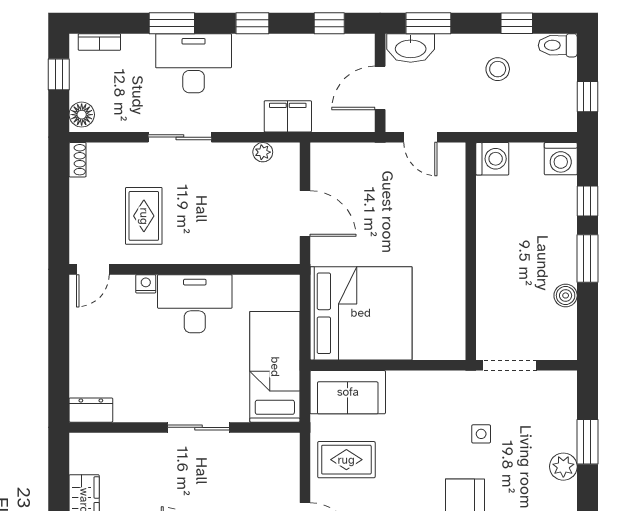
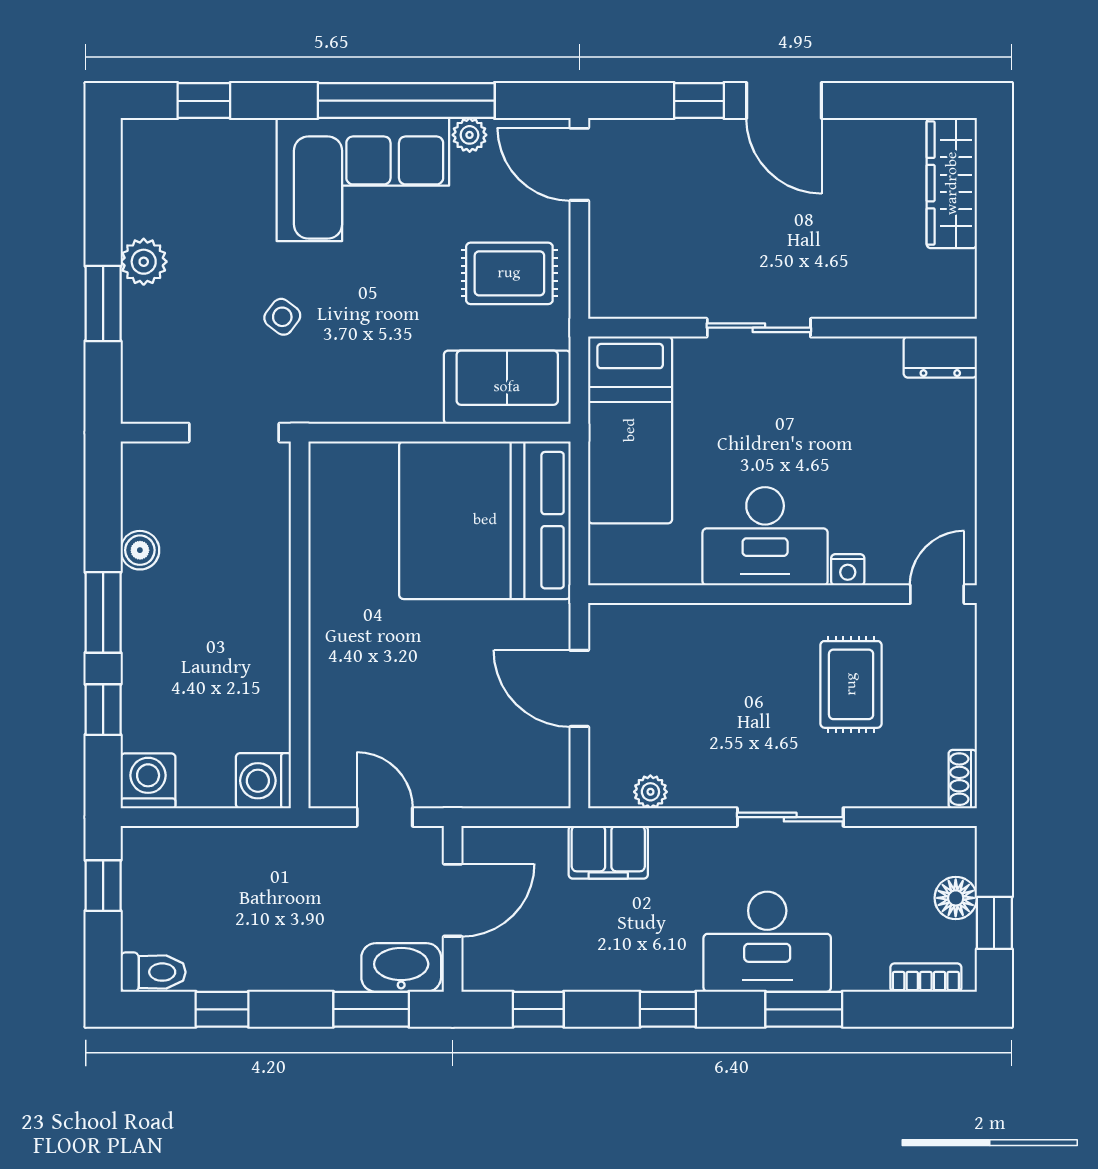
stool: (498, 69) -> (254, 932), removed
floor lamp: (82, 115) -> (956, 898), moved
side table: (481, 434) -> (282, 317), turned 37

